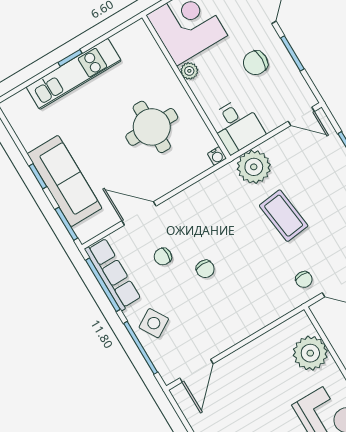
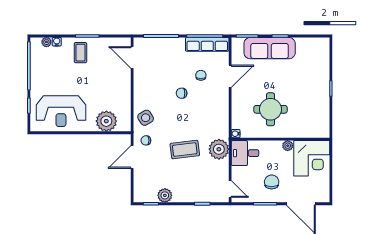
kitchen unit: (74, 74) -> (322, 86), removed
door: (301, 116) -> (230, 189), swing flipped
side table: (154, 323) -> (146, 118), moved

